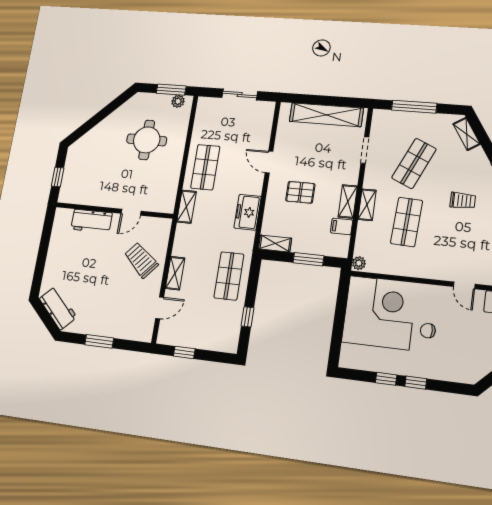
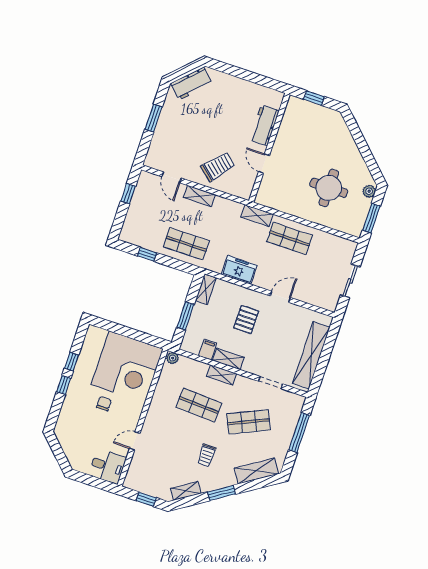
plant: (178, 101) -> (369, 191), moved
shelving: (467, 134) -> (256, 471), width x1.50, depth x1.33
shop shelf: (414, 163) -> (248, 422), turned -48

